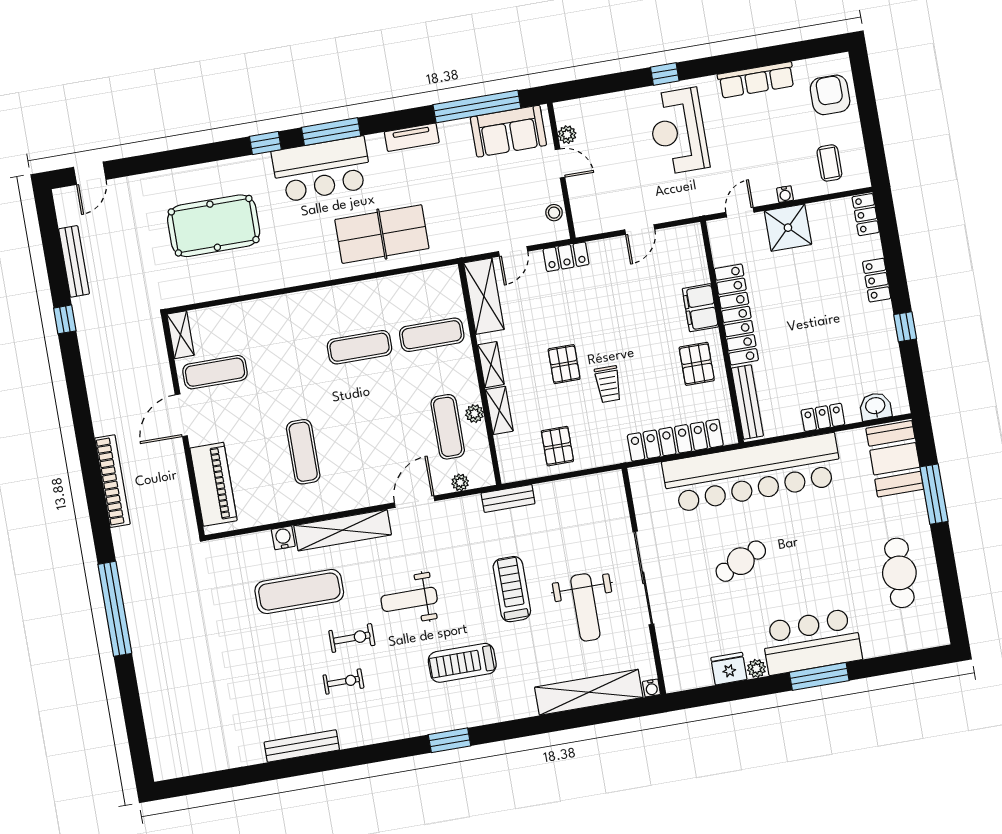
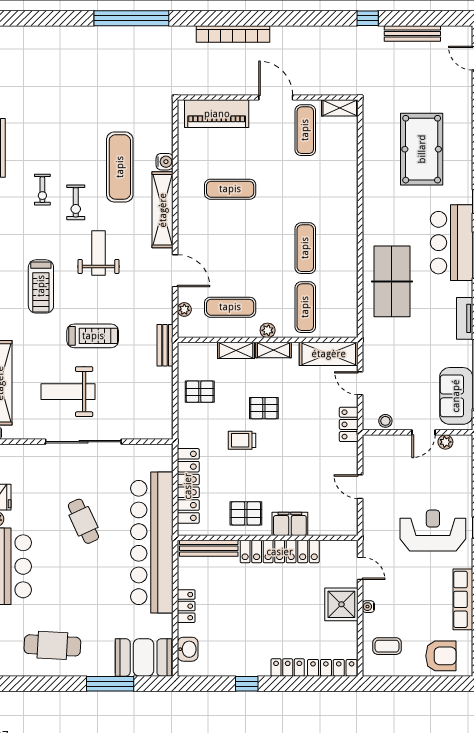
locker: (866, 215) -> (332, 668), width x1.53
plant: (474, 414) -> (268, 330), moved
treadmill: (462, 663) -> (41, 286), turned 180

